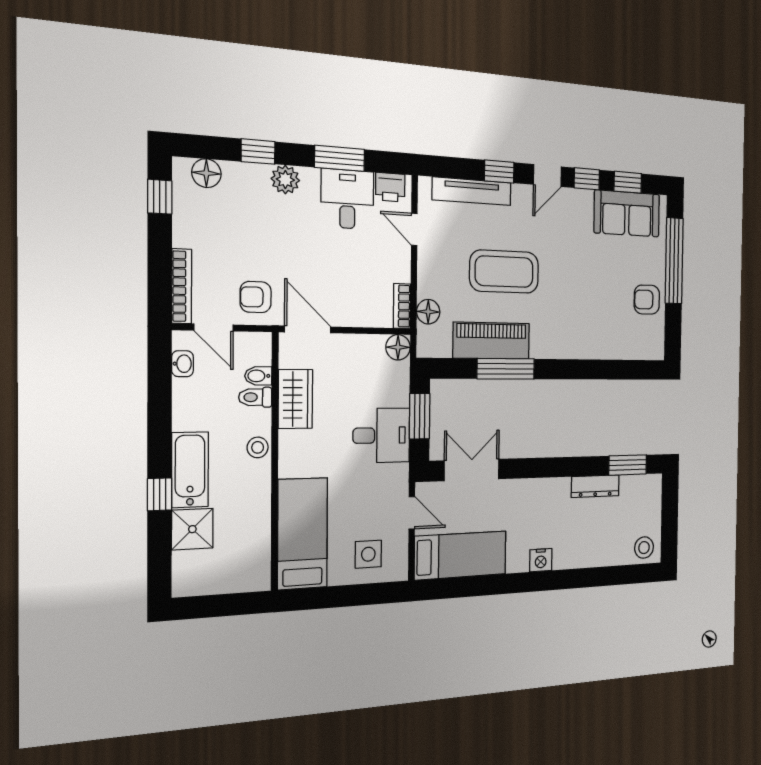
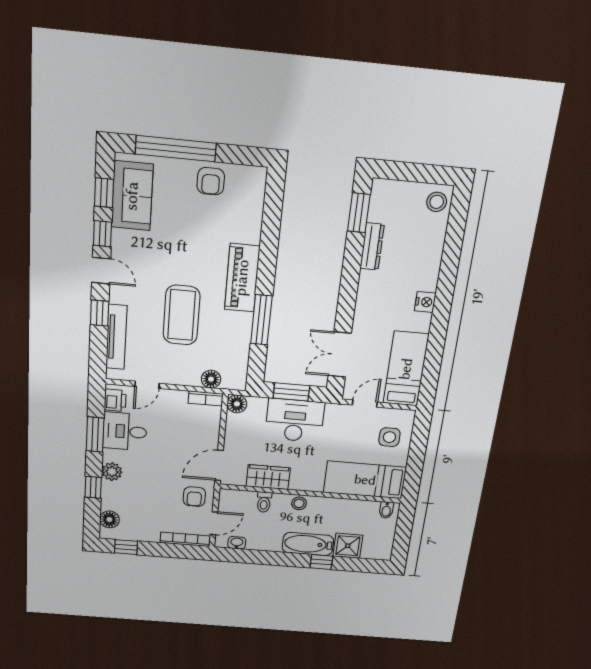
piano: (491, 341) -> (242, 278), moved
bidet: (258, 376) -> (386, 510), moved
desk: (381, 435) -> (295, 420), width x1.37

